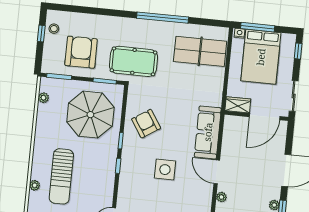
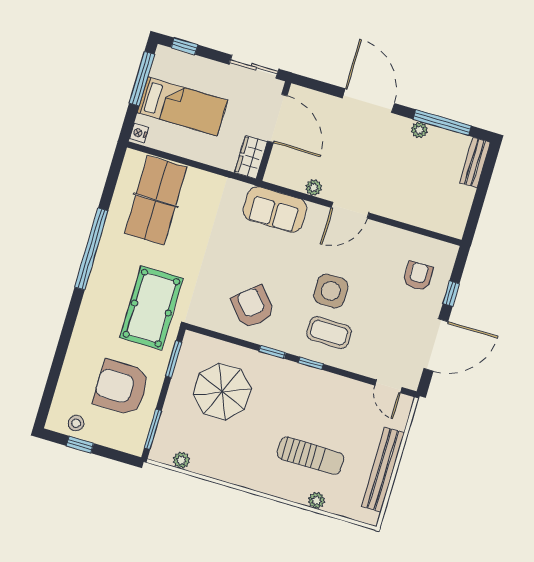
window: (258, 27) -> (142, 79), moved
bed: (261, 57) -> (182, 106), width x0.67
parasol: (90, 115) -> (222, 392), width x0.73, depth x0.73
armchair: (146, 124) -> (253, 307), turned 82
sofa: (208, 132) -> (275, 209), width x0.73
coffee table: (139, 173) -> (329, 333), added
sun lounger: (61, 176) -> (311, 456), width x0.73, depth x0.75
plant: (221, 197) -> (314, 188), moved

